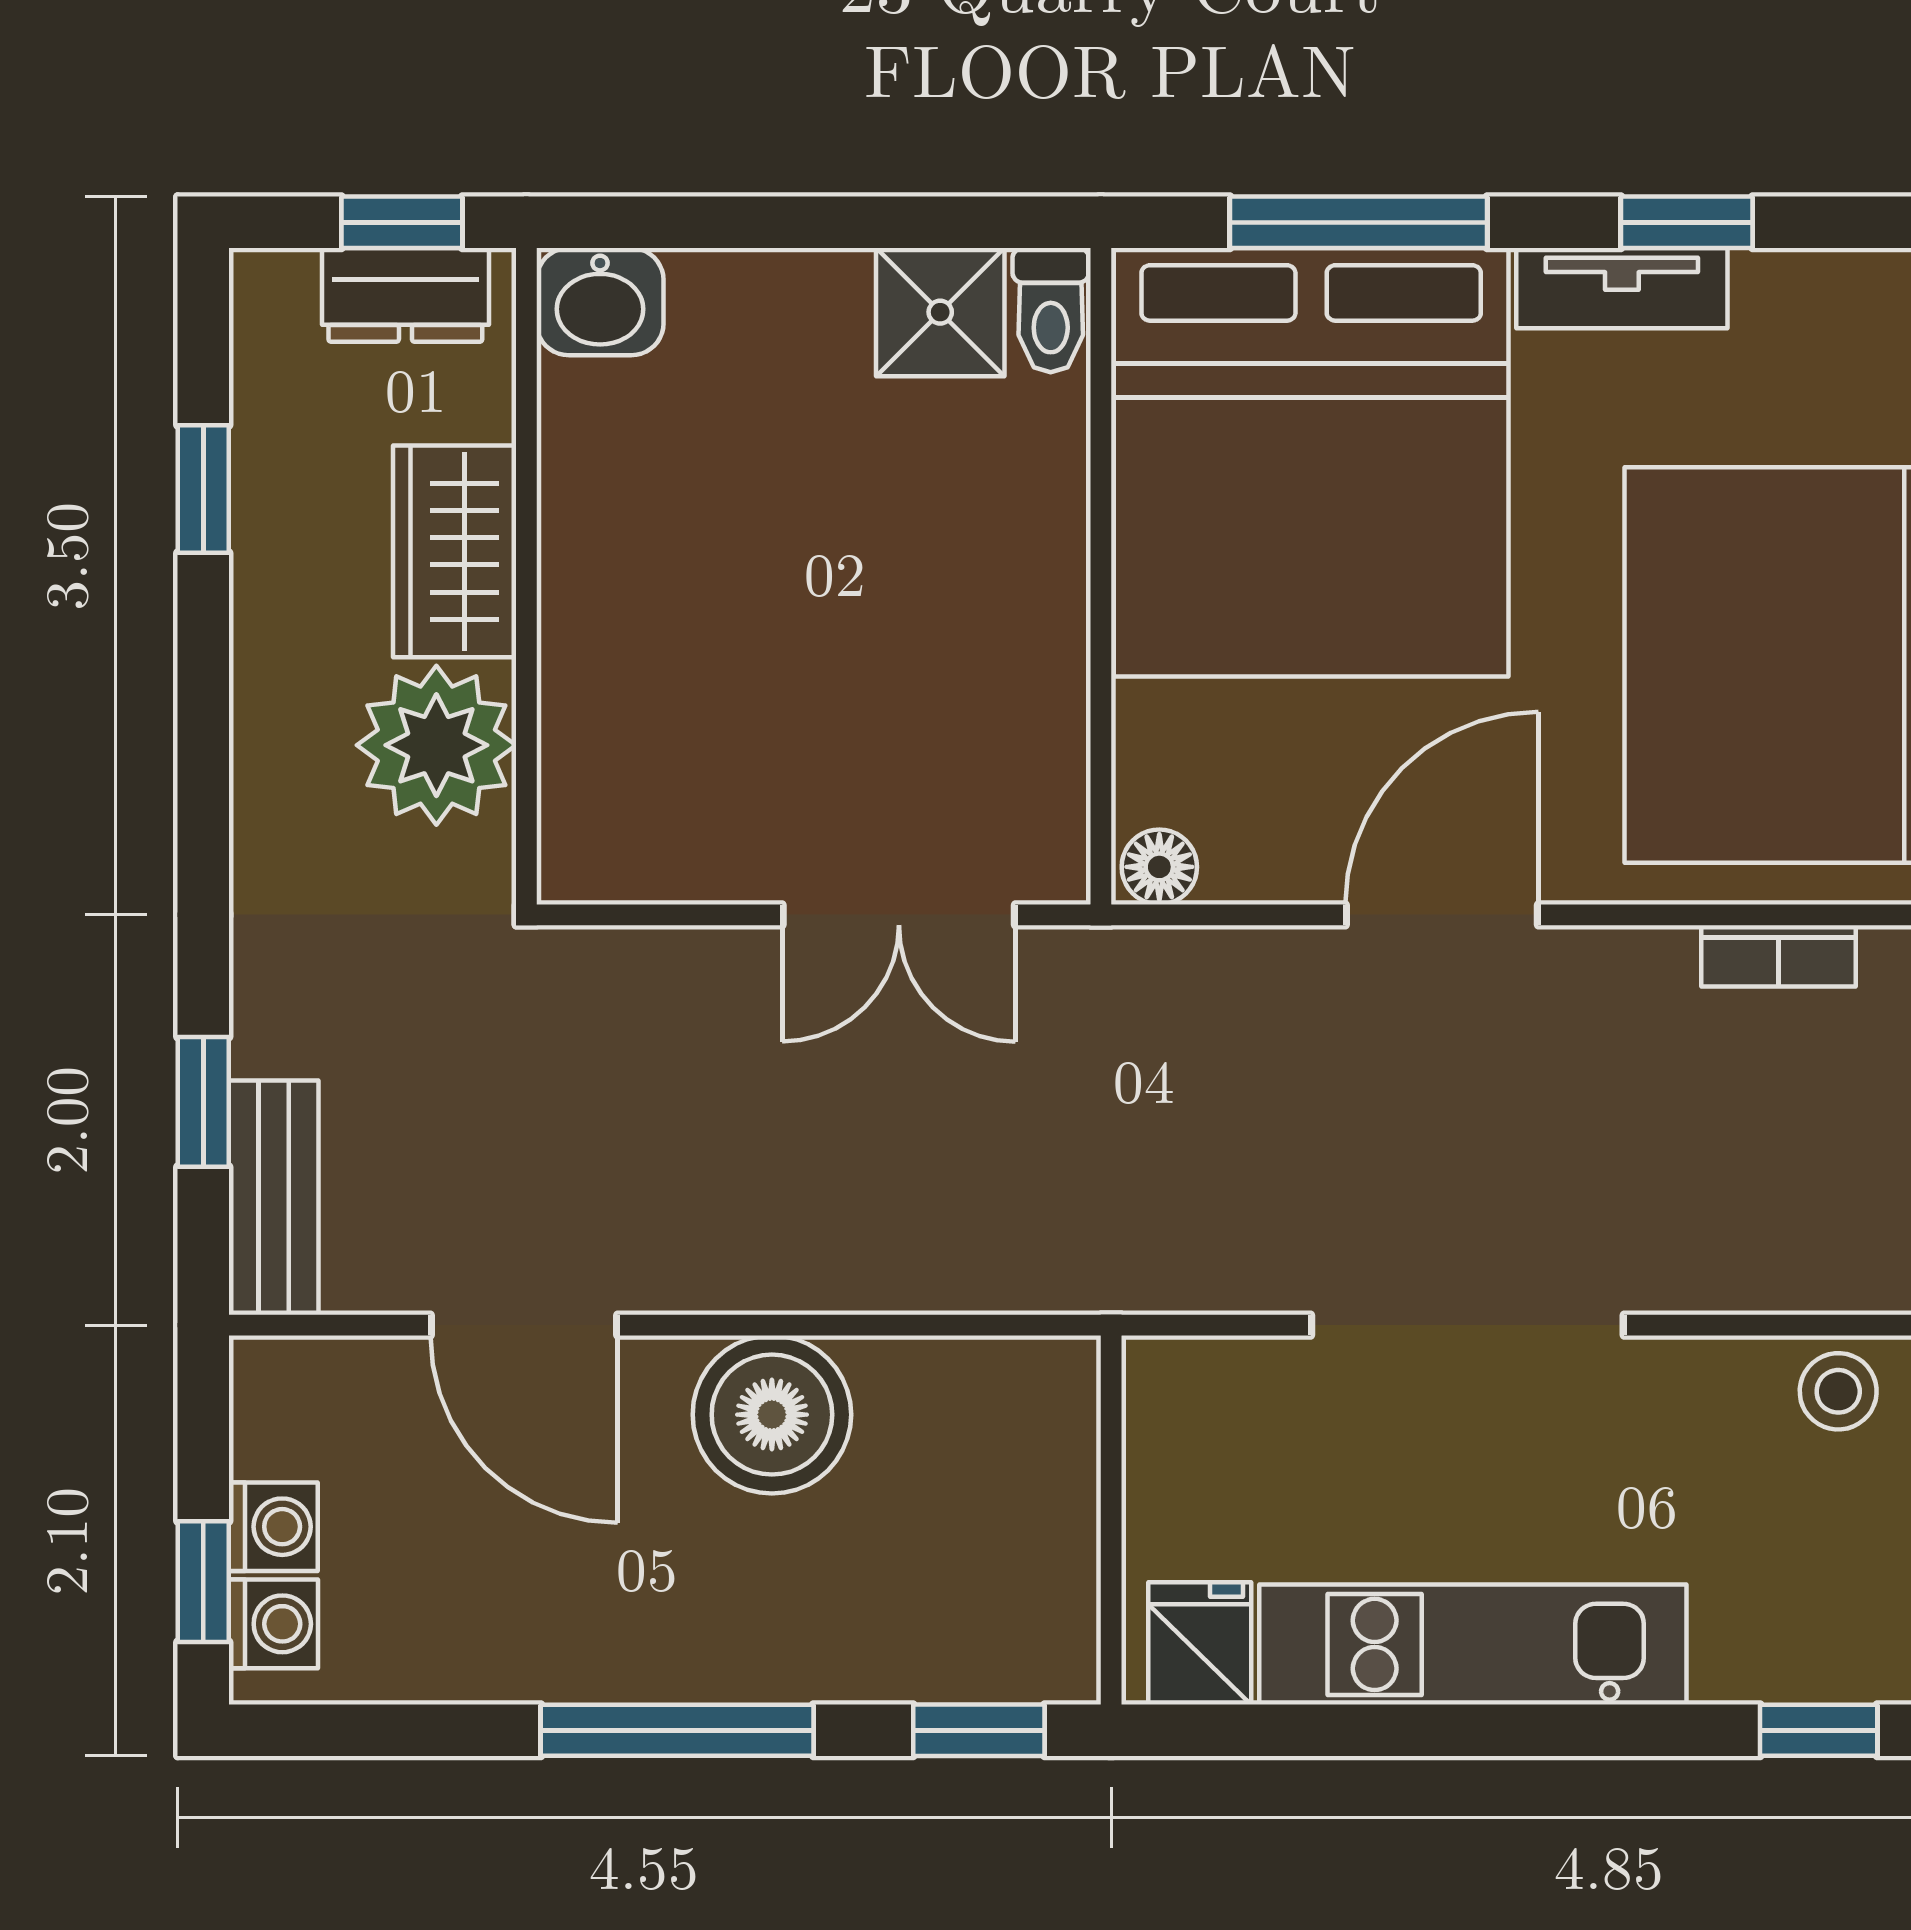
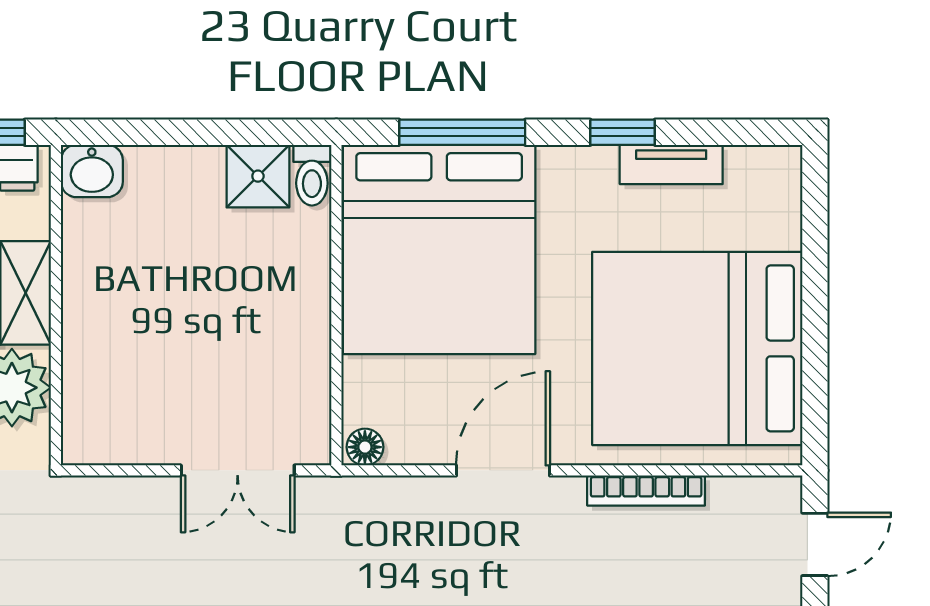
tv unit: (1622, 288) -> (671, 164), moved
bookcase: (1778, 956) -> (646, 490), width x1.56

